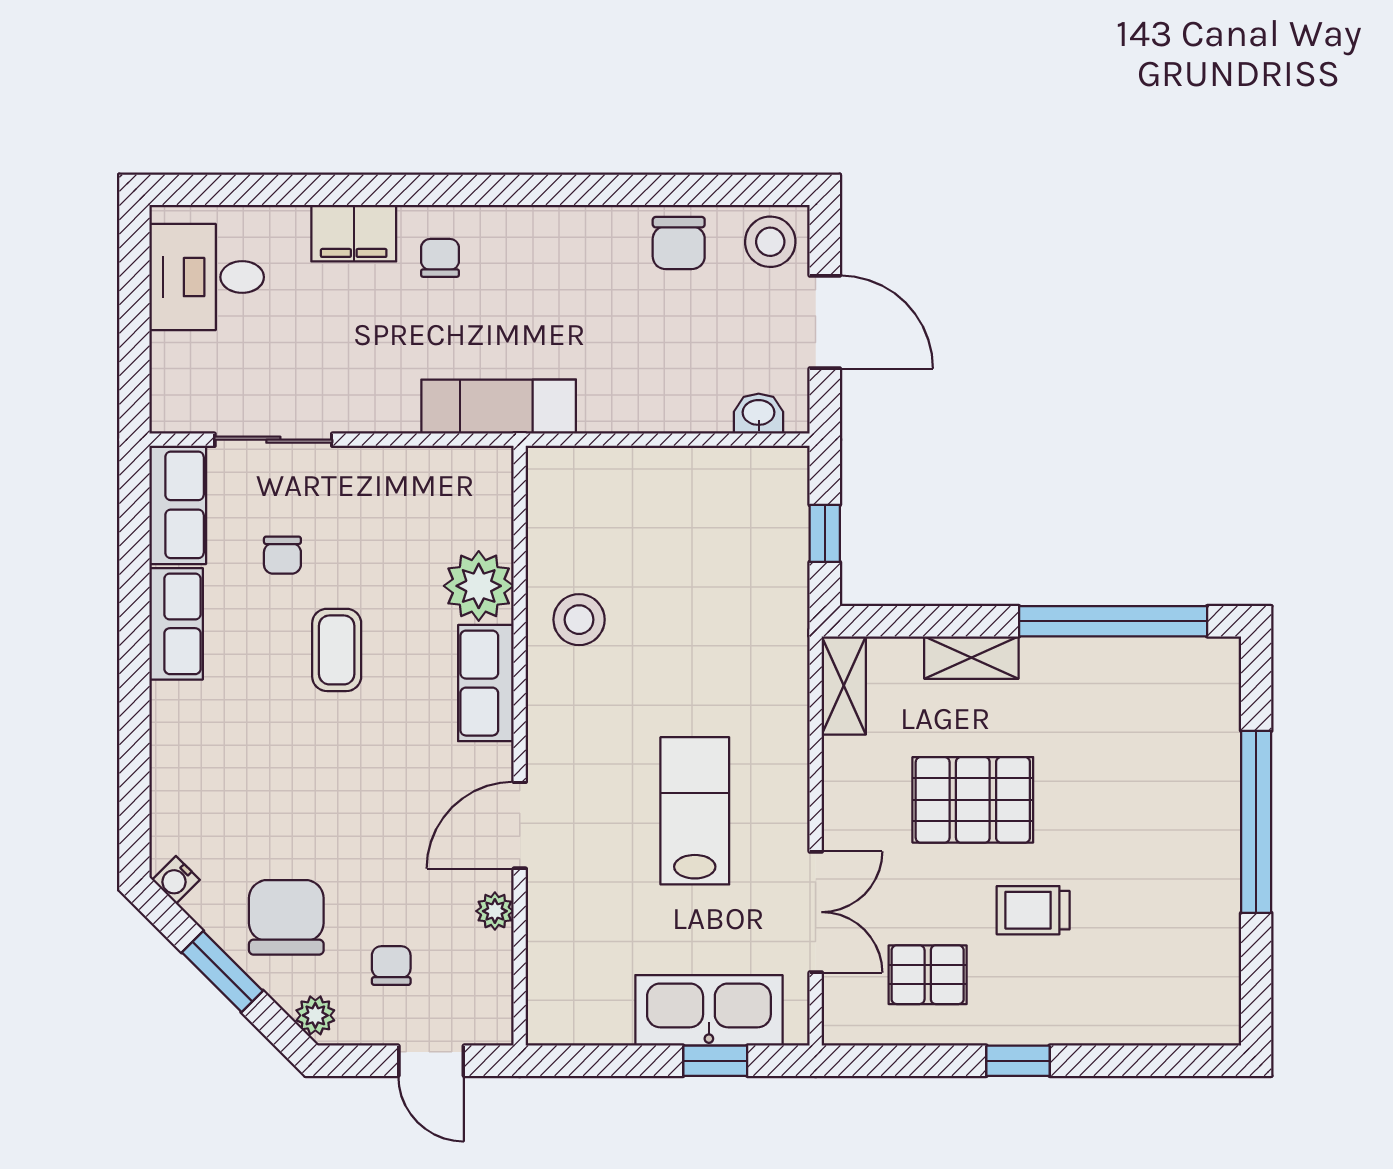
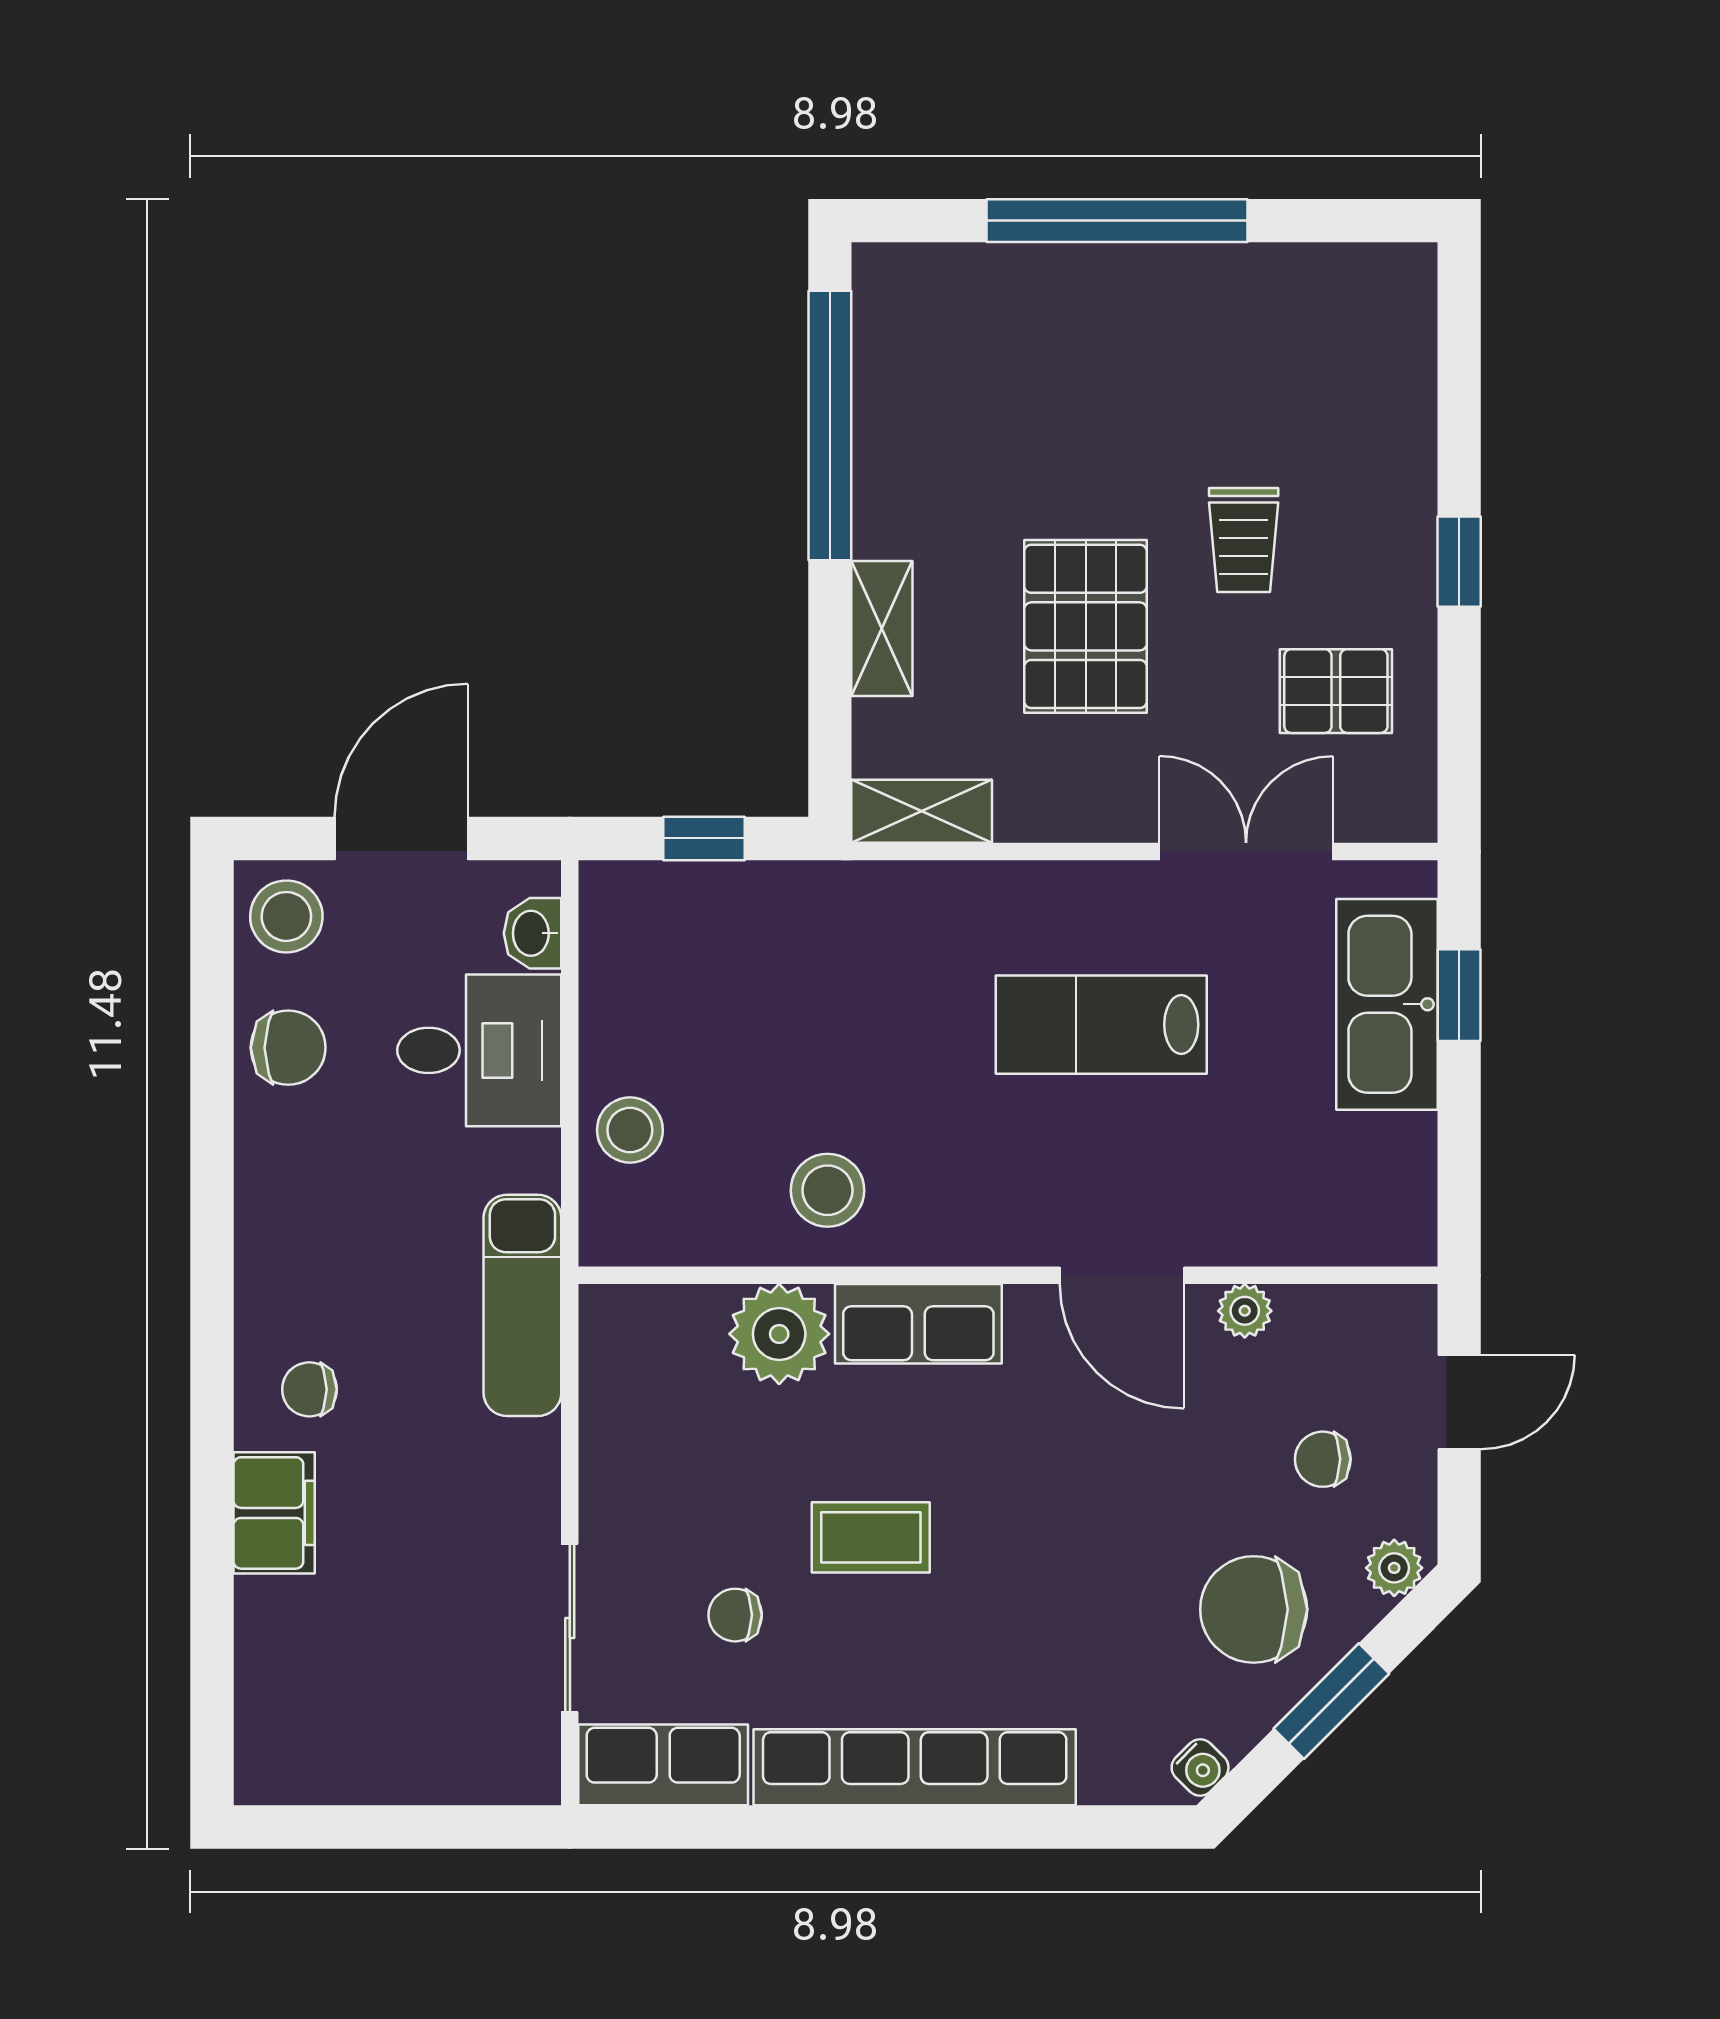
desk: (207, 277) -> (479, 1050), moved, turned -90
stool: (621, 482) -> (630, 1130), added
chair: (282, 555) -> (735, 1615), turned 180
row of seats: (176, 624) -> (915, 1767), width x2.02
pallet: (928, 975) -> (1336, 691), turned 90

